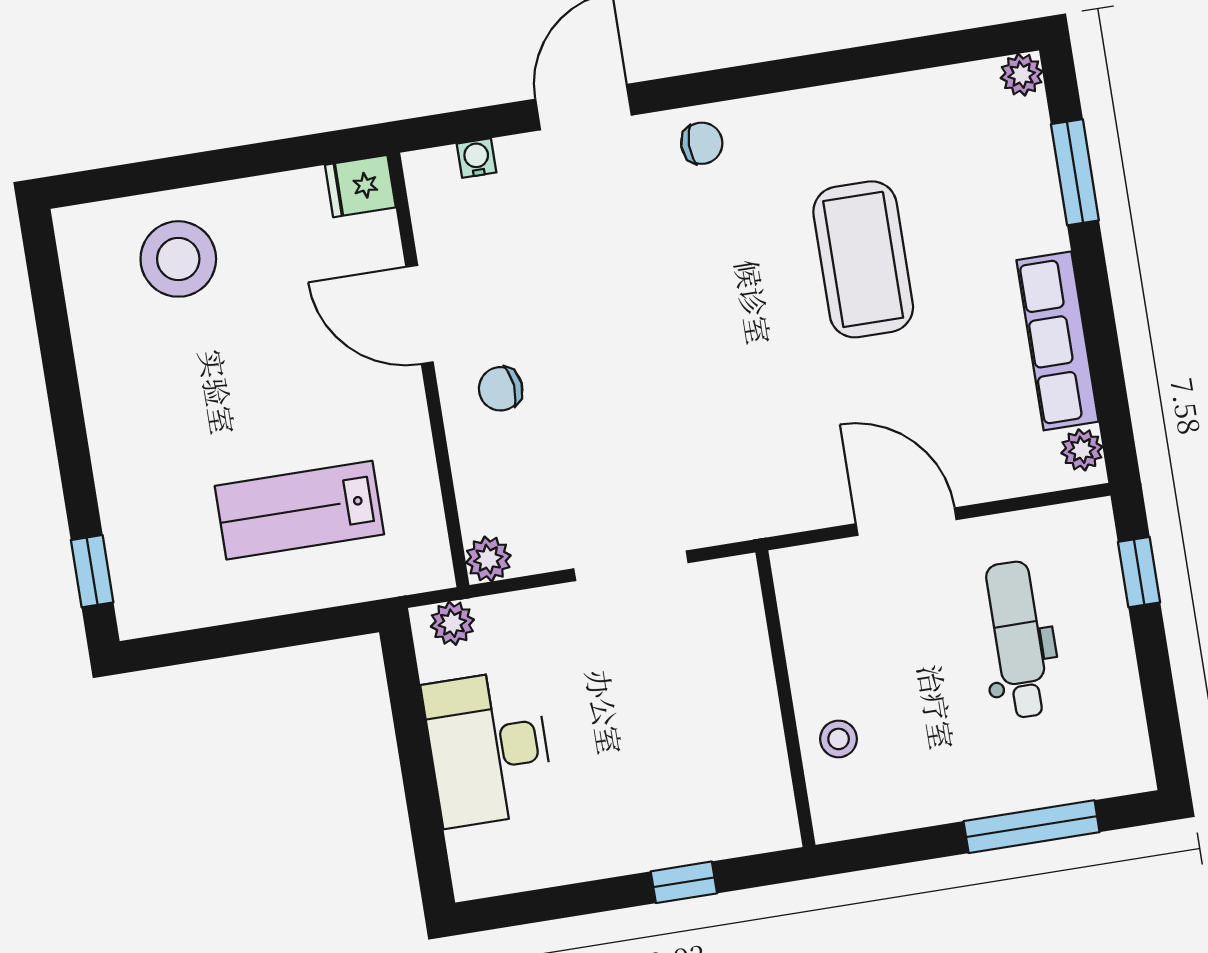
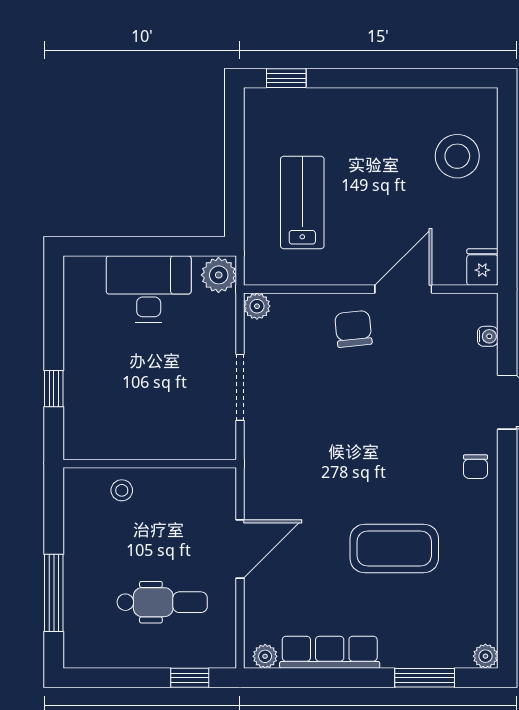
chair: (501, 389) -> (353, 329), width x1.37, depth x1.37
plant: (452, 623) -> (219, 275), width x1.38, depth x1.38

